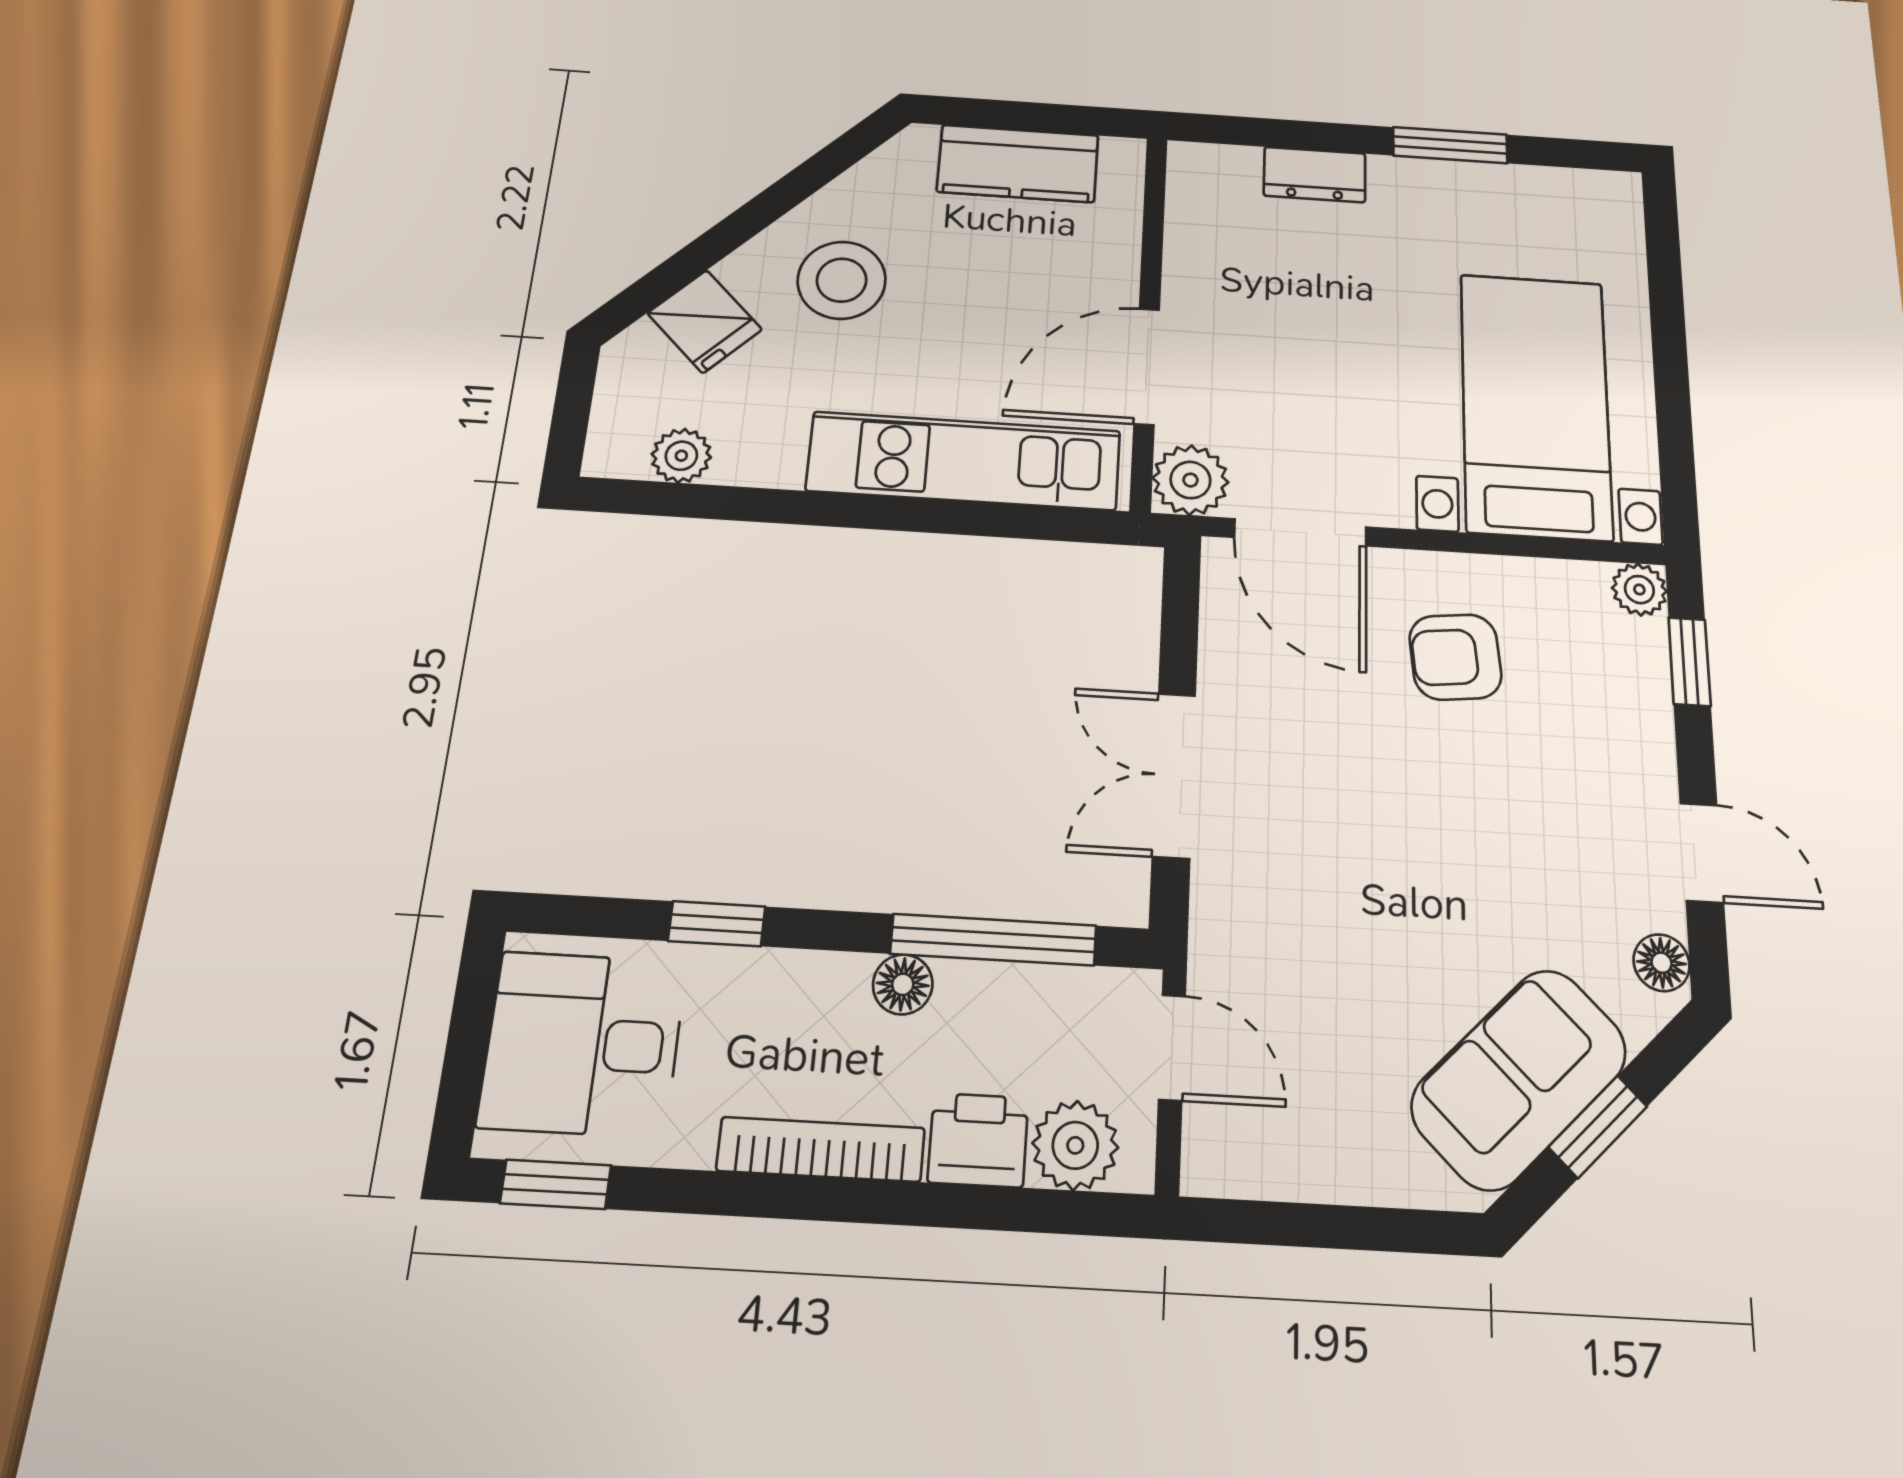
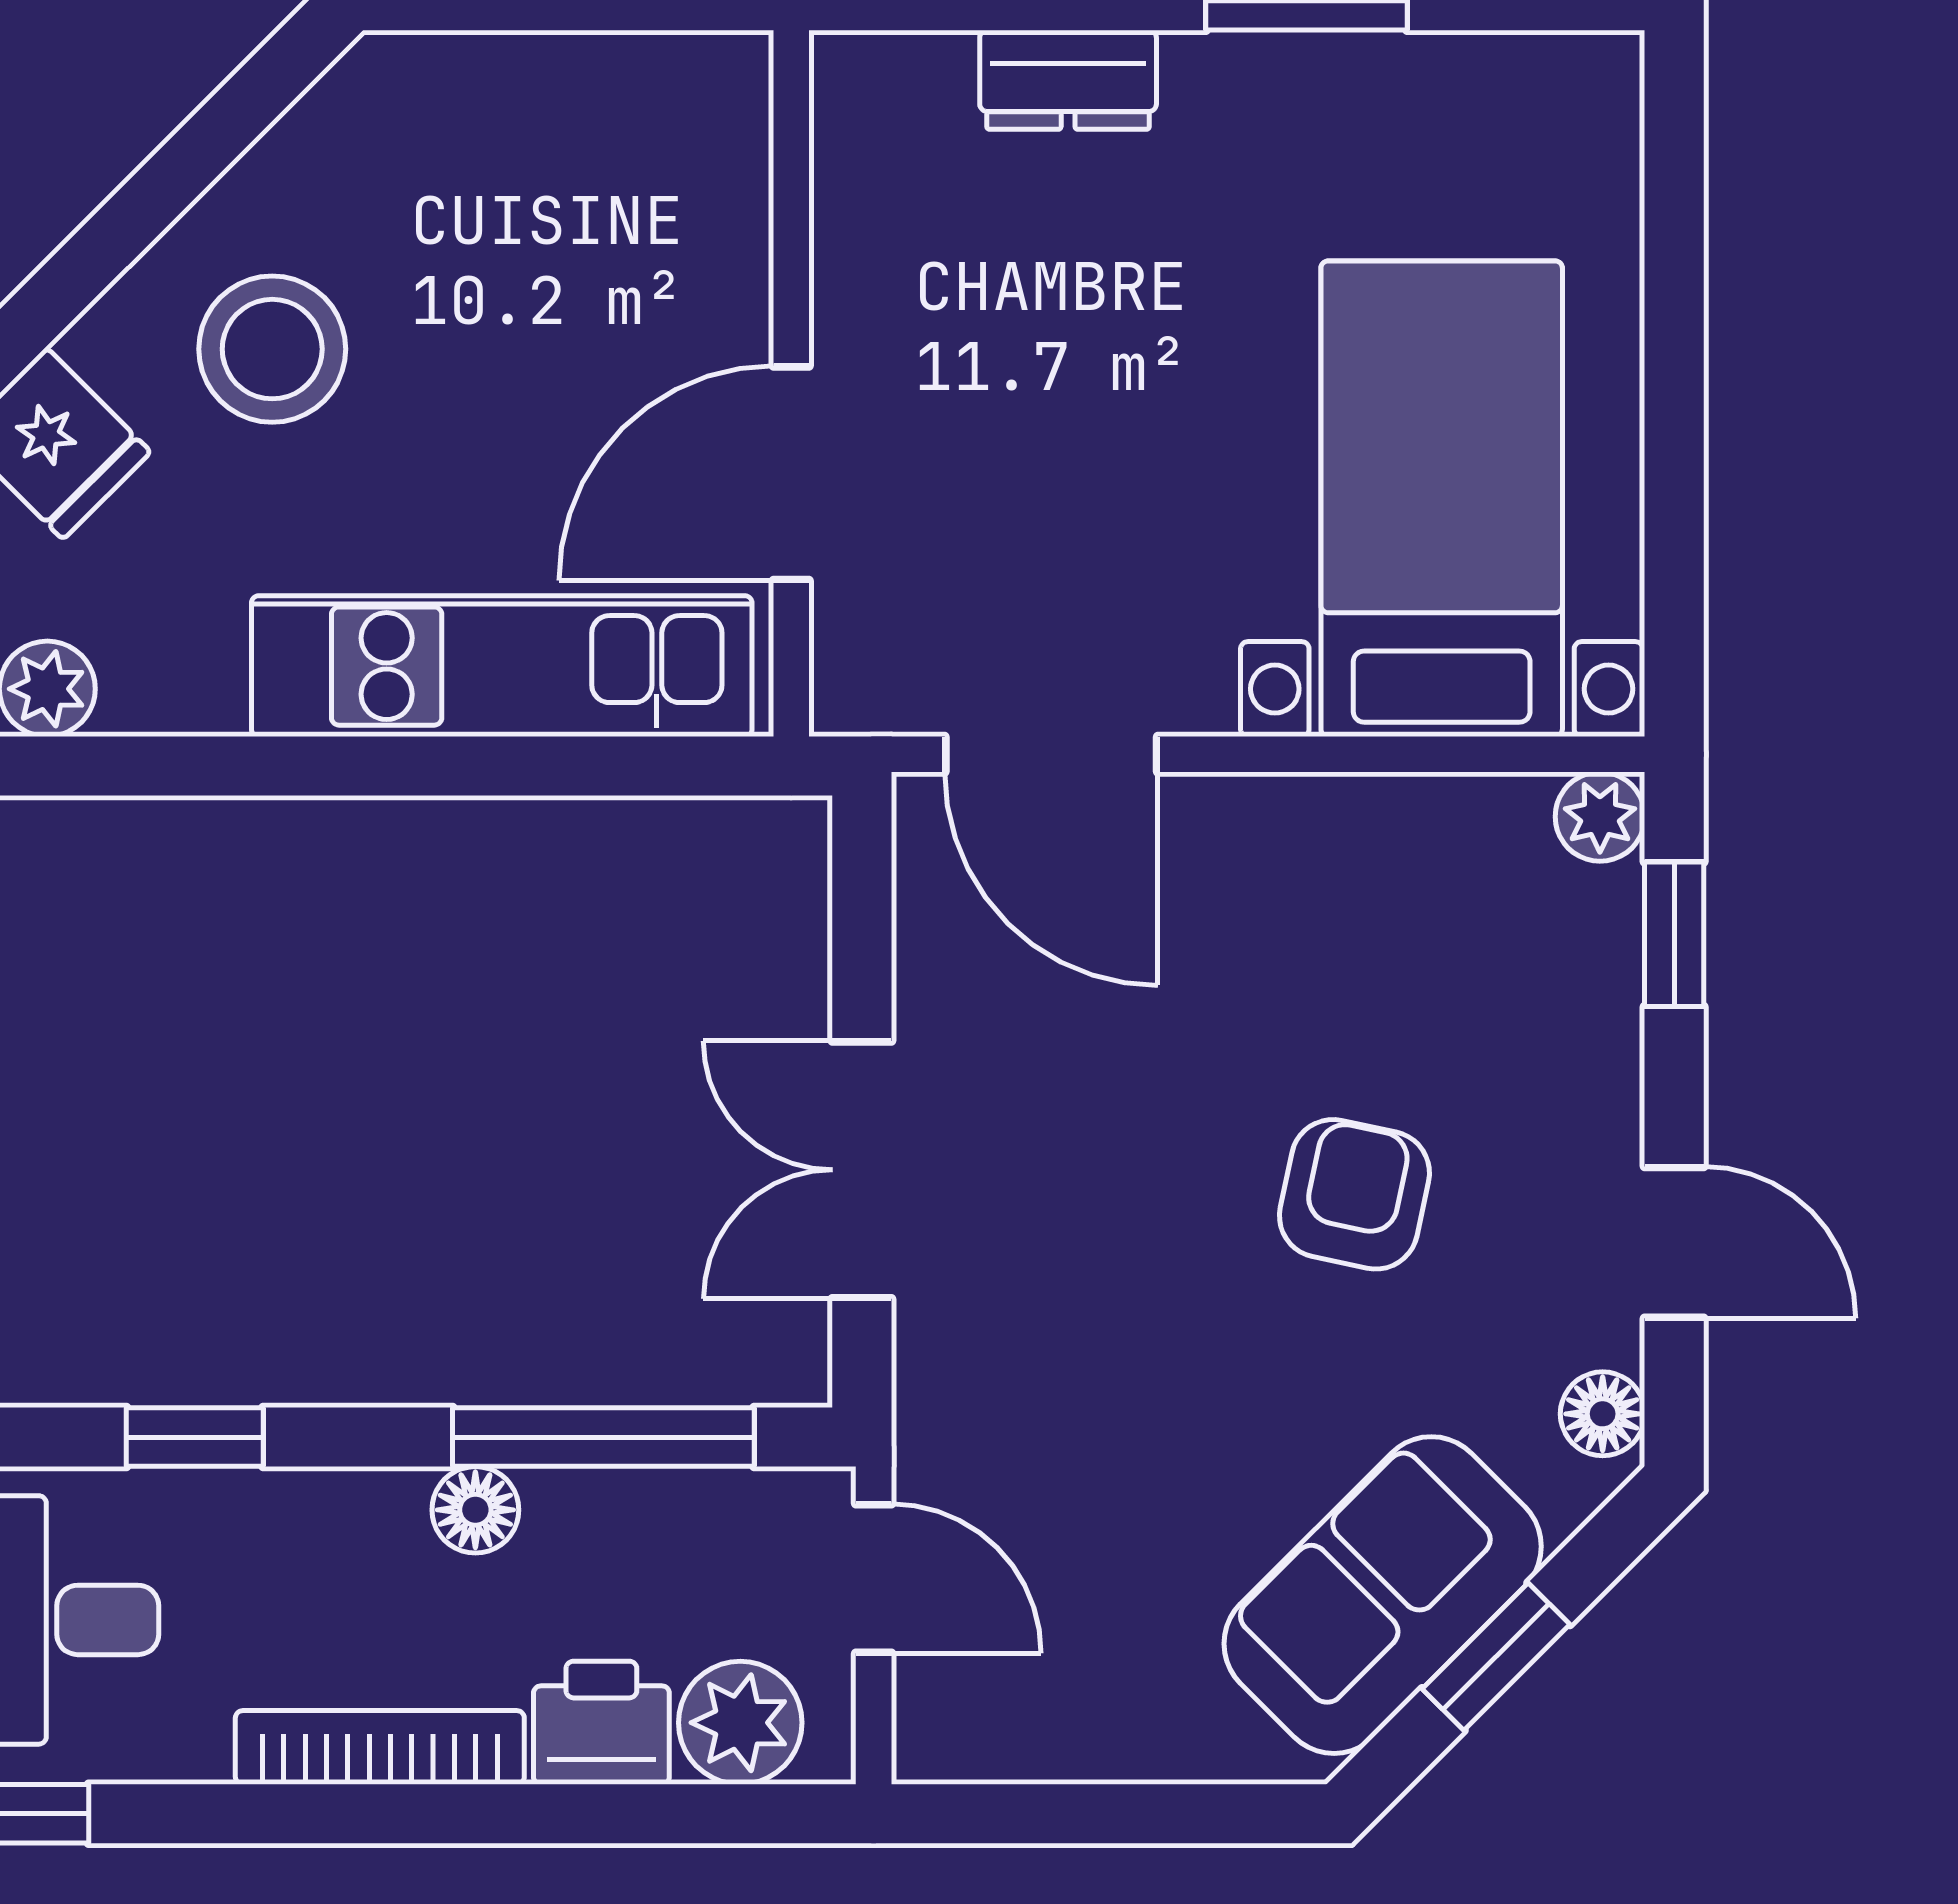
kitchen counter: (1018, 164) -> (552, 98), removed
plant: (1190, 480) -> (871, 675), removed
armchair: (1455, 657) -> (1354, 1194), moved, turned 108

